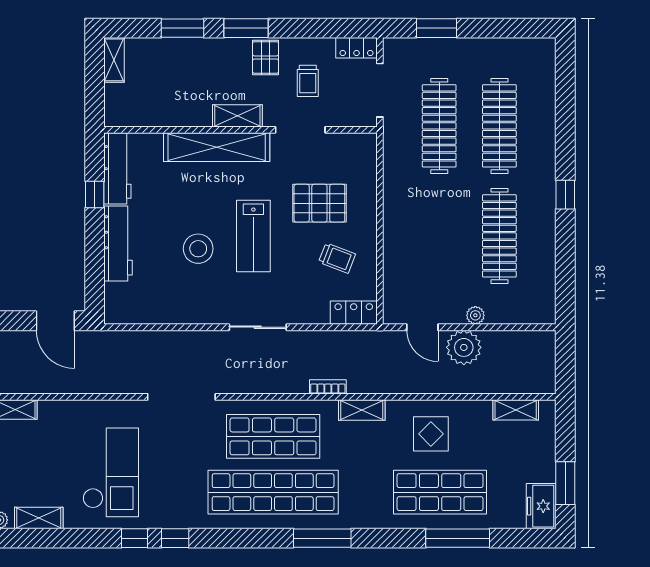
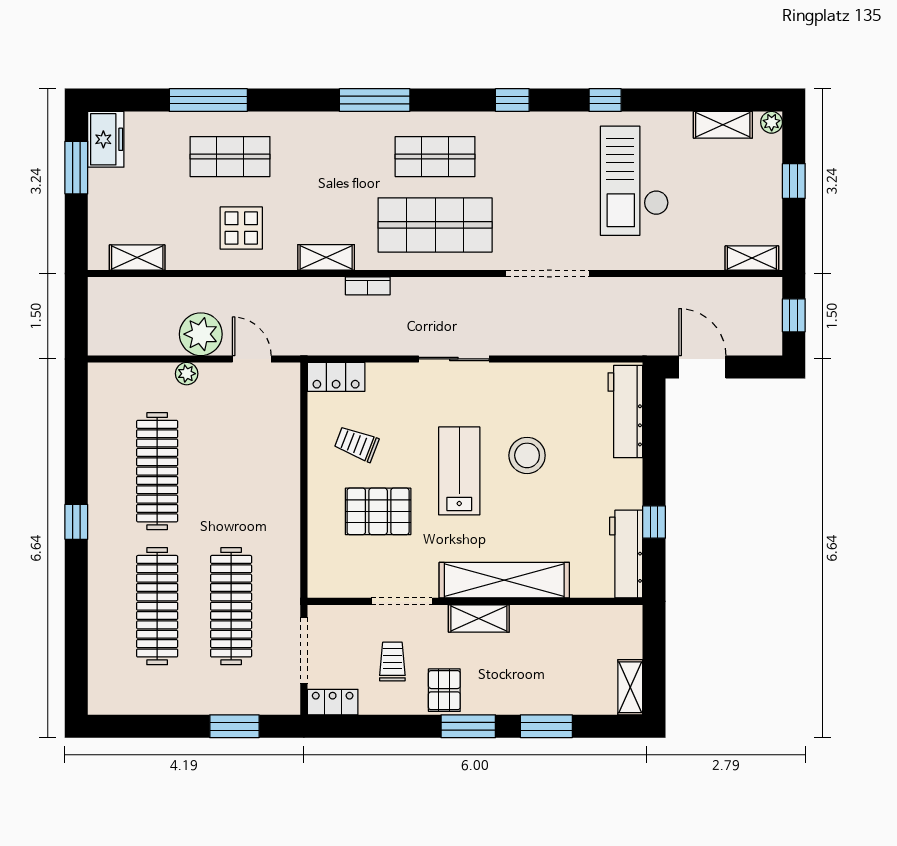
workbench: (118, 243) -> (625, 412), moved
shop shelf: (273, 492) -> (435, 157), width x0.50, depth x0.74
shop shelf: (440, 492) -> (230, 157), width x0.70, depth x0.74
window: (175, 538) -> (512, 100), moved

